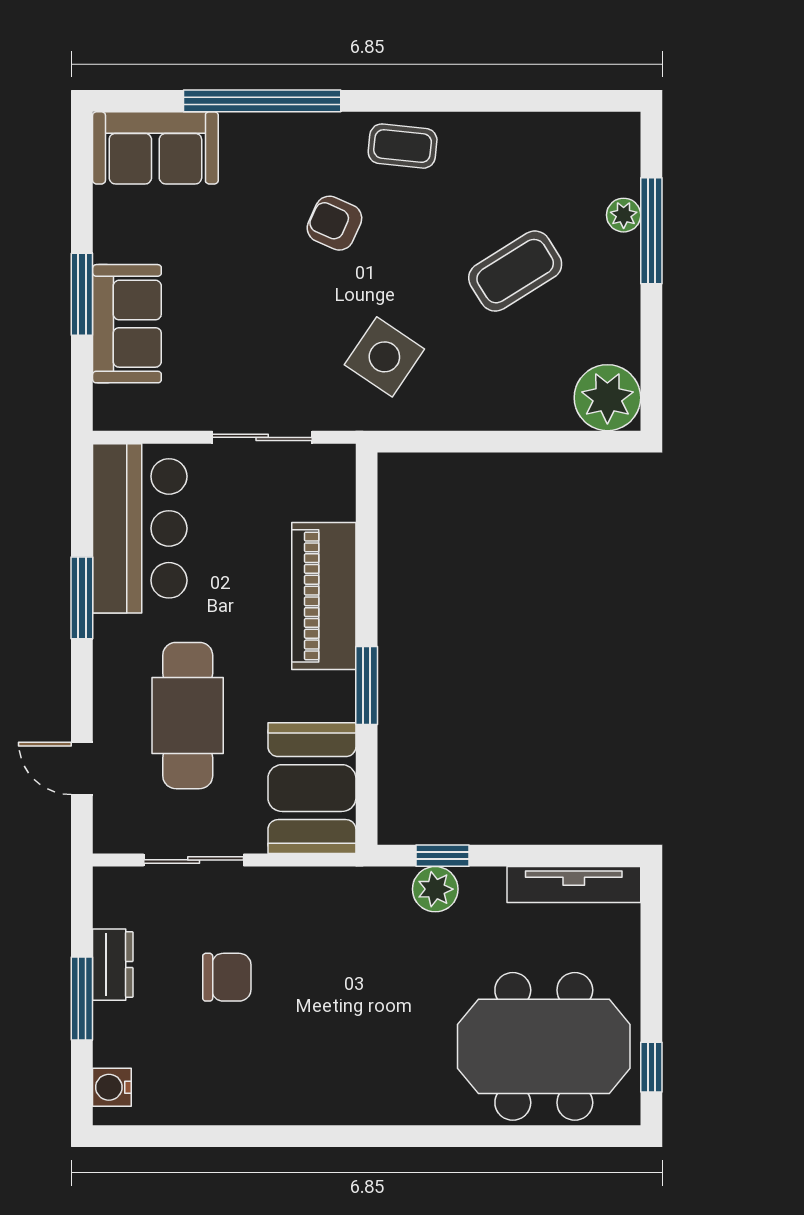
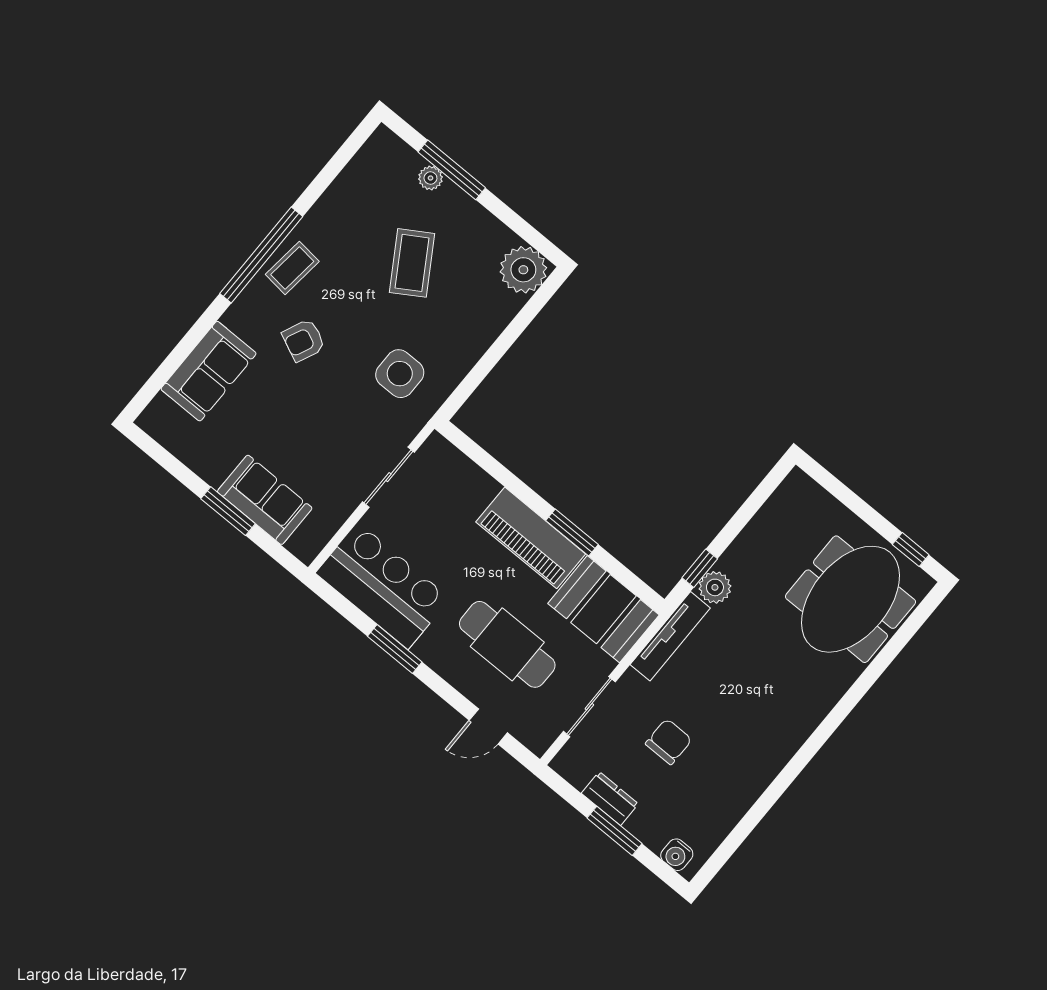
window: (262, 101) -> (261, 255), moved
sofa: (155, 148) -> (209, 371), moved
side table: (384, 357) -> (400, 374), turned -34
piano: (324, 596) -> (531, 538), moved
tv unit: (574, 885) -> (670, 636), moved

